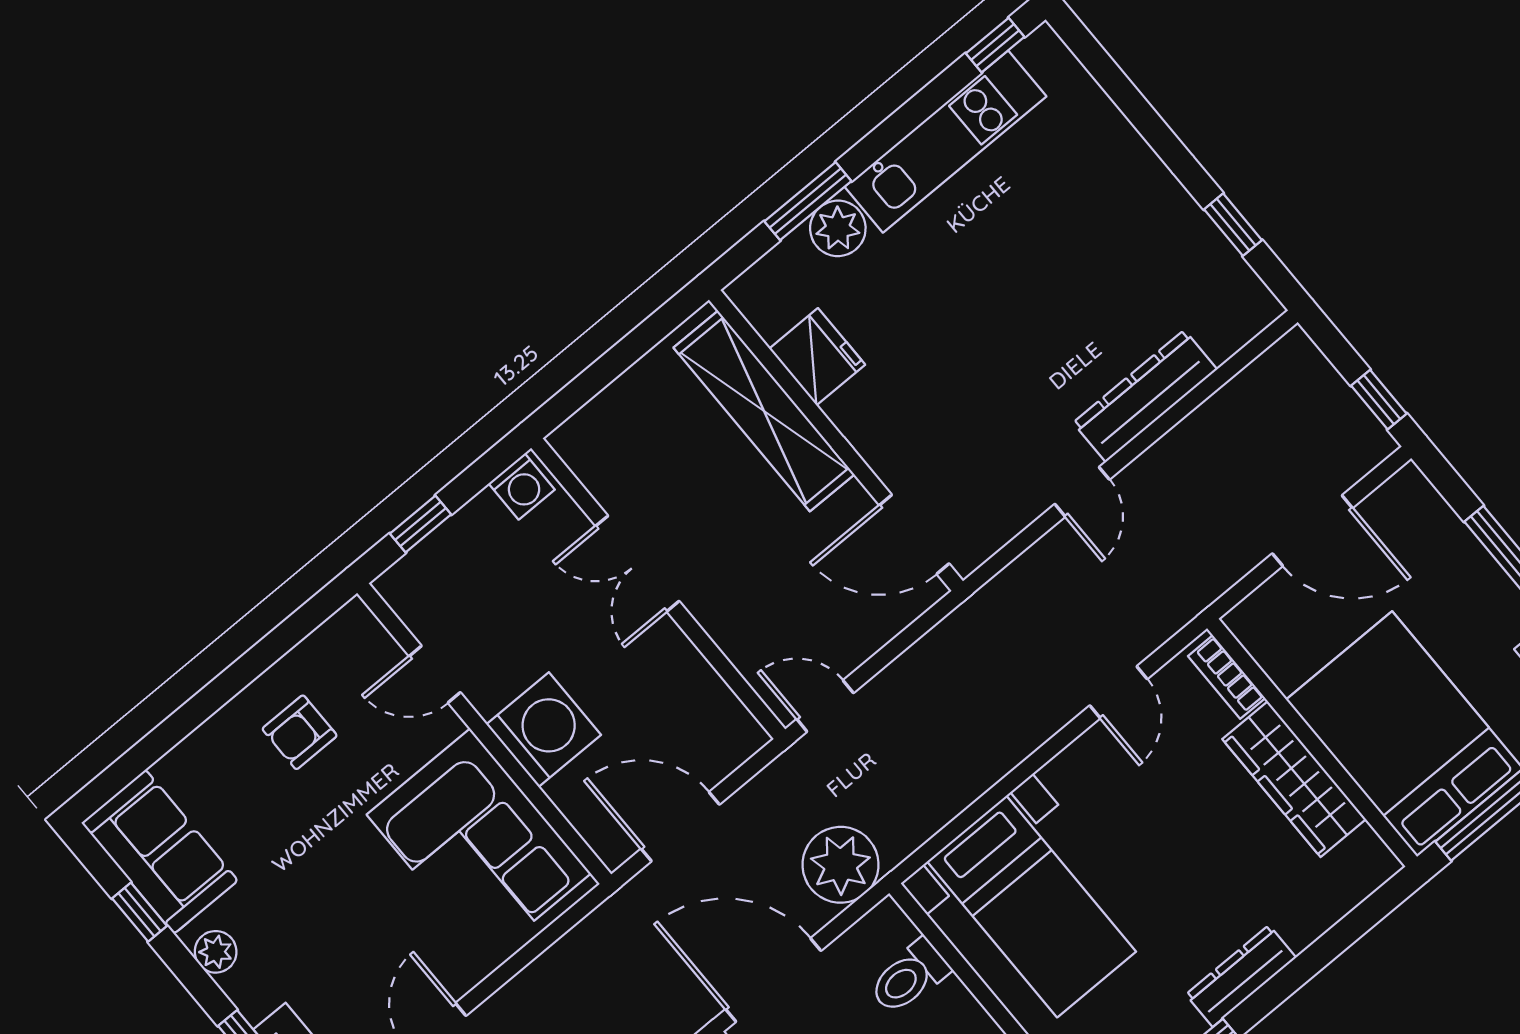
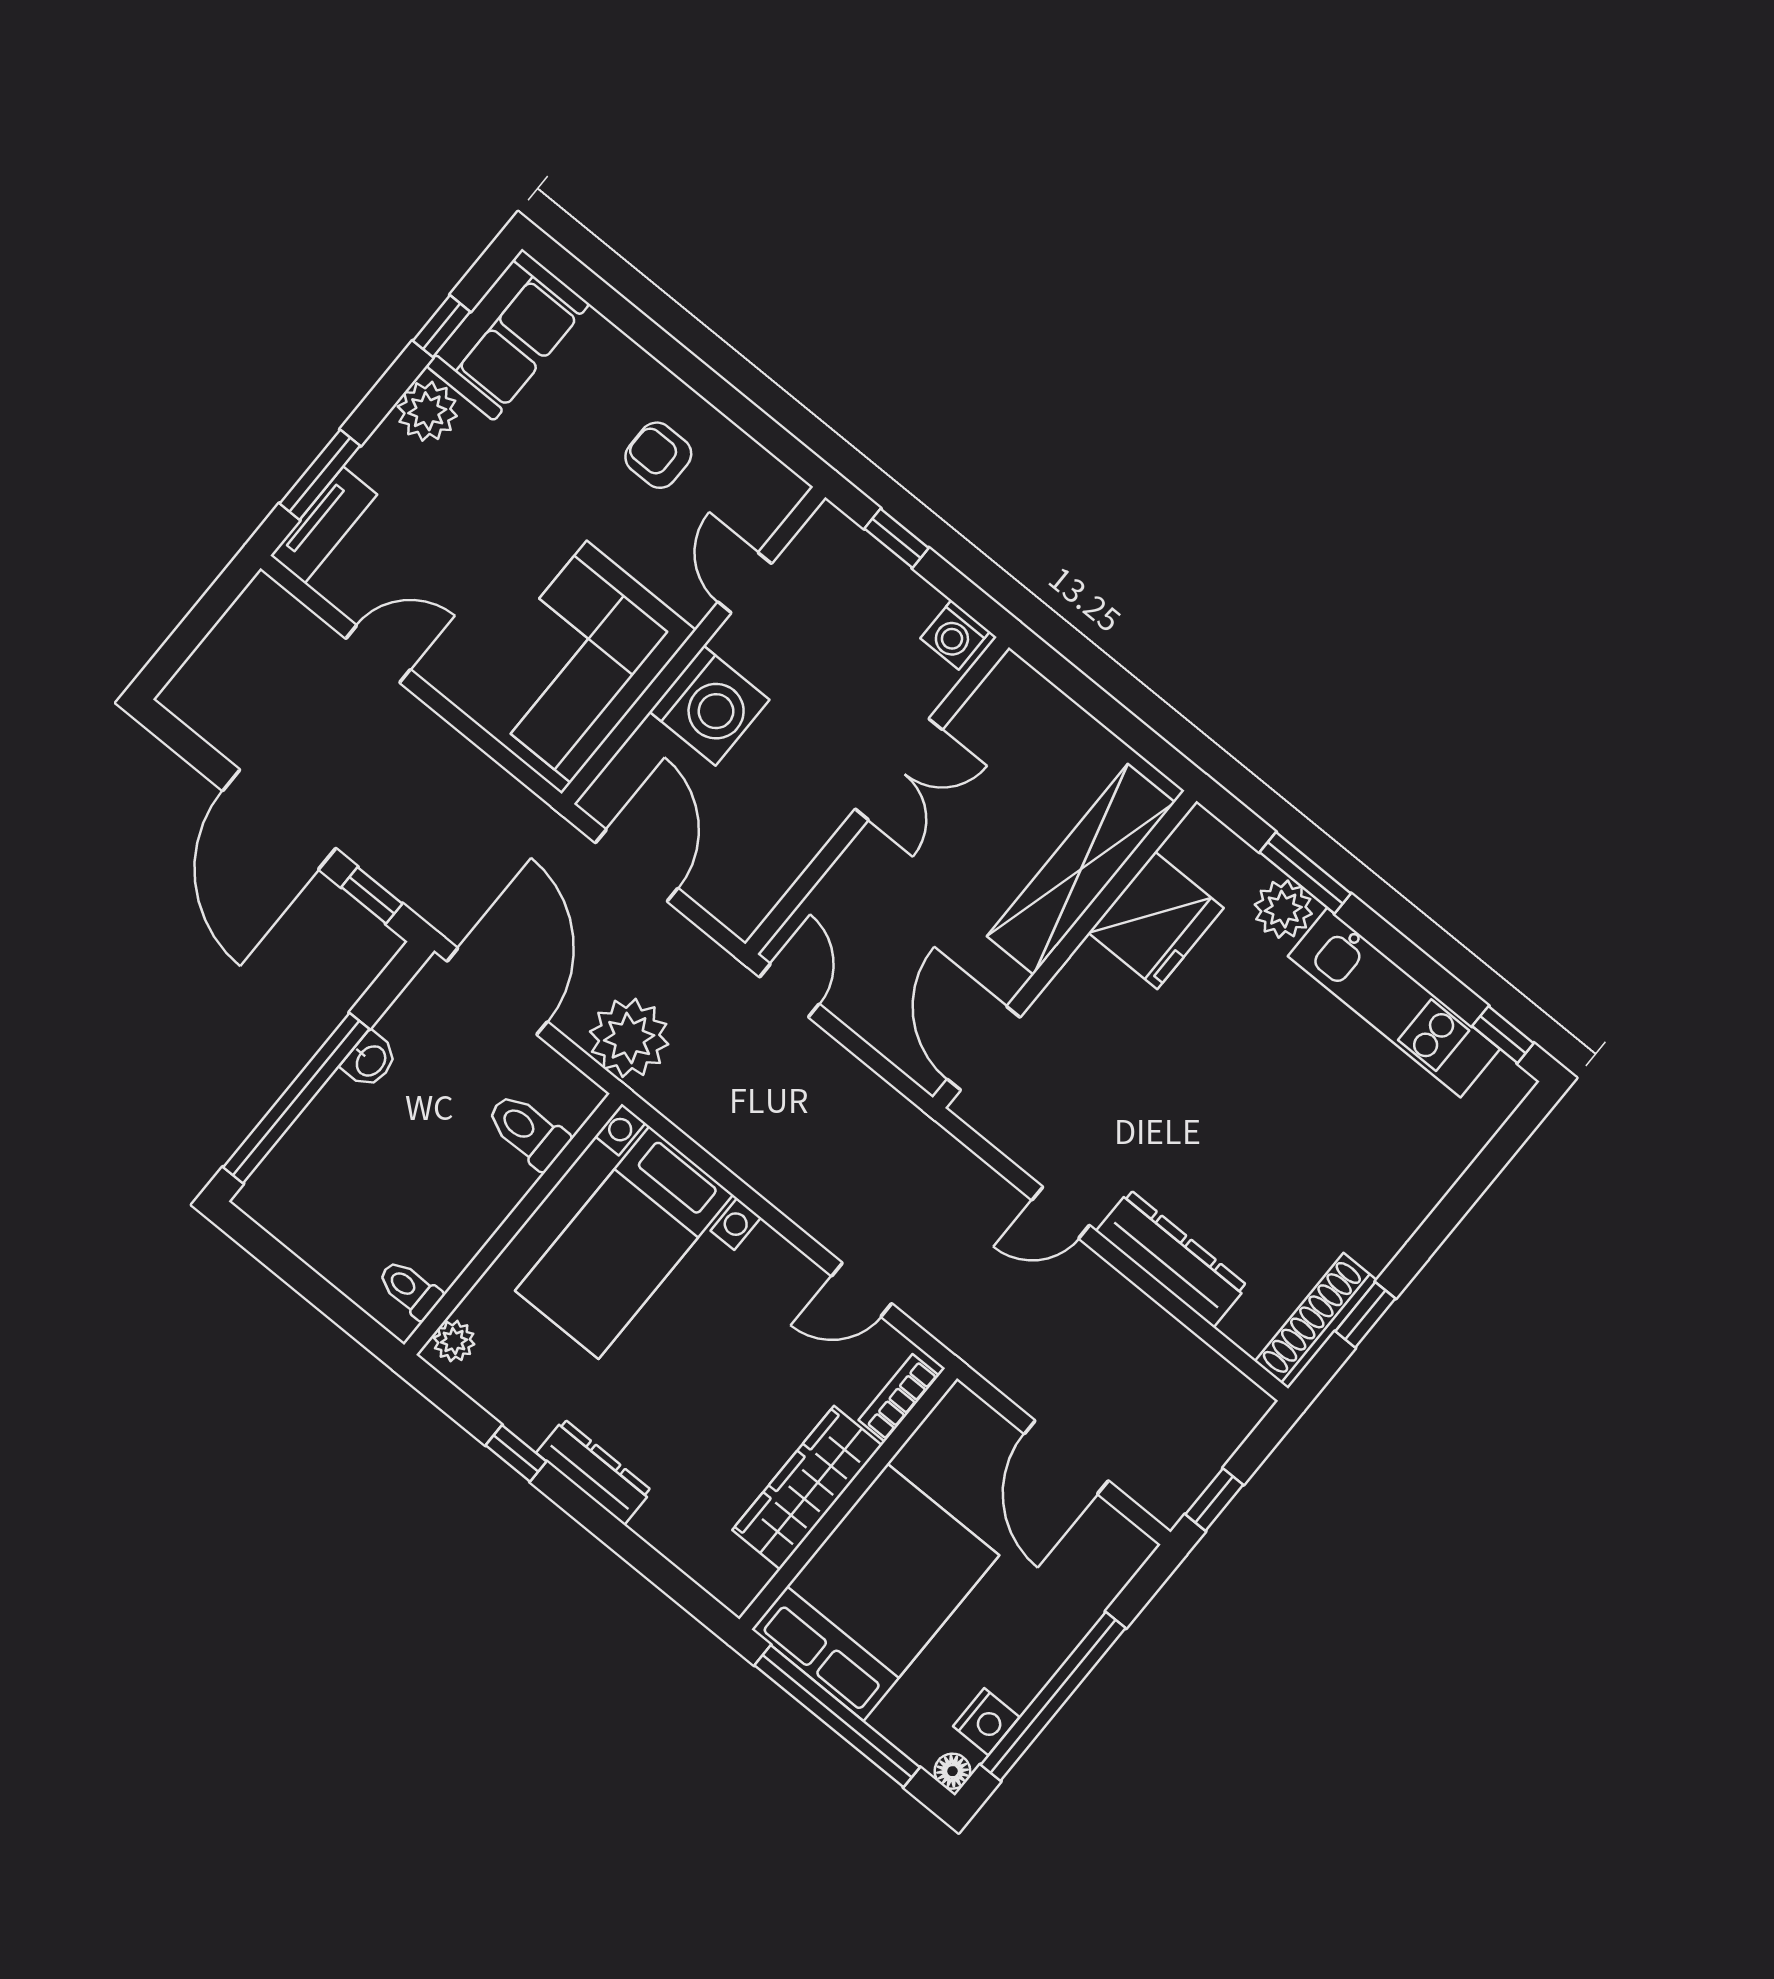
shoe rack: (1230, 272) -> (1316, 1321), added
fridge: (817, 357) -> (1156, 920), width x1.36, depth x1.34
double door: (637, 564) -> (899, 769), swing flipped
plant: (216, 952) -> (427, 411), width x1.38, depth x1.38

